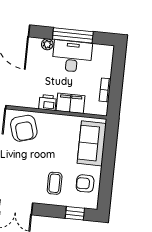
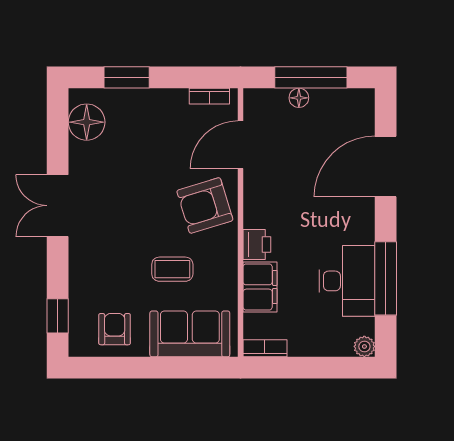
plant: (47, 44) -> (364, 346), moved
bookcase: (105, 90) -> (265, 348), moved
coffee table: (55, 183) -> (172, 269), moved

